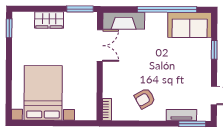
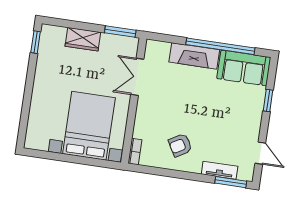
fireplace: (124, 21) -> (194, 56), moved
double door: (100, 46) -> (137, 77), swing flipped
bed with nightstands: (43, 93) -> (89, 126), moved

